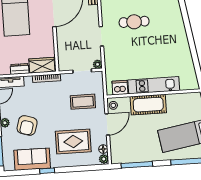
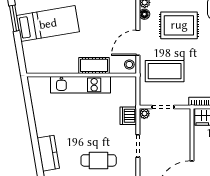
kitchen counter: (177, 25) -> (48, 153), added
dishwasher: (120, 88) -> (128, 116), moved, turned 90
coffee table: (83, 102) -> (165, 71), width x1.36, depth x1.32
cot: (148, 105) -> (94, 65), width x0.73, depth x0.75

